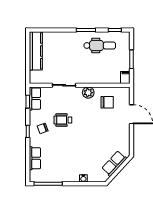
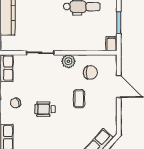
wheelchair: (63, 120) -> (45, 109), moved
coffee table: (97, 125) -> (79, 99), added

